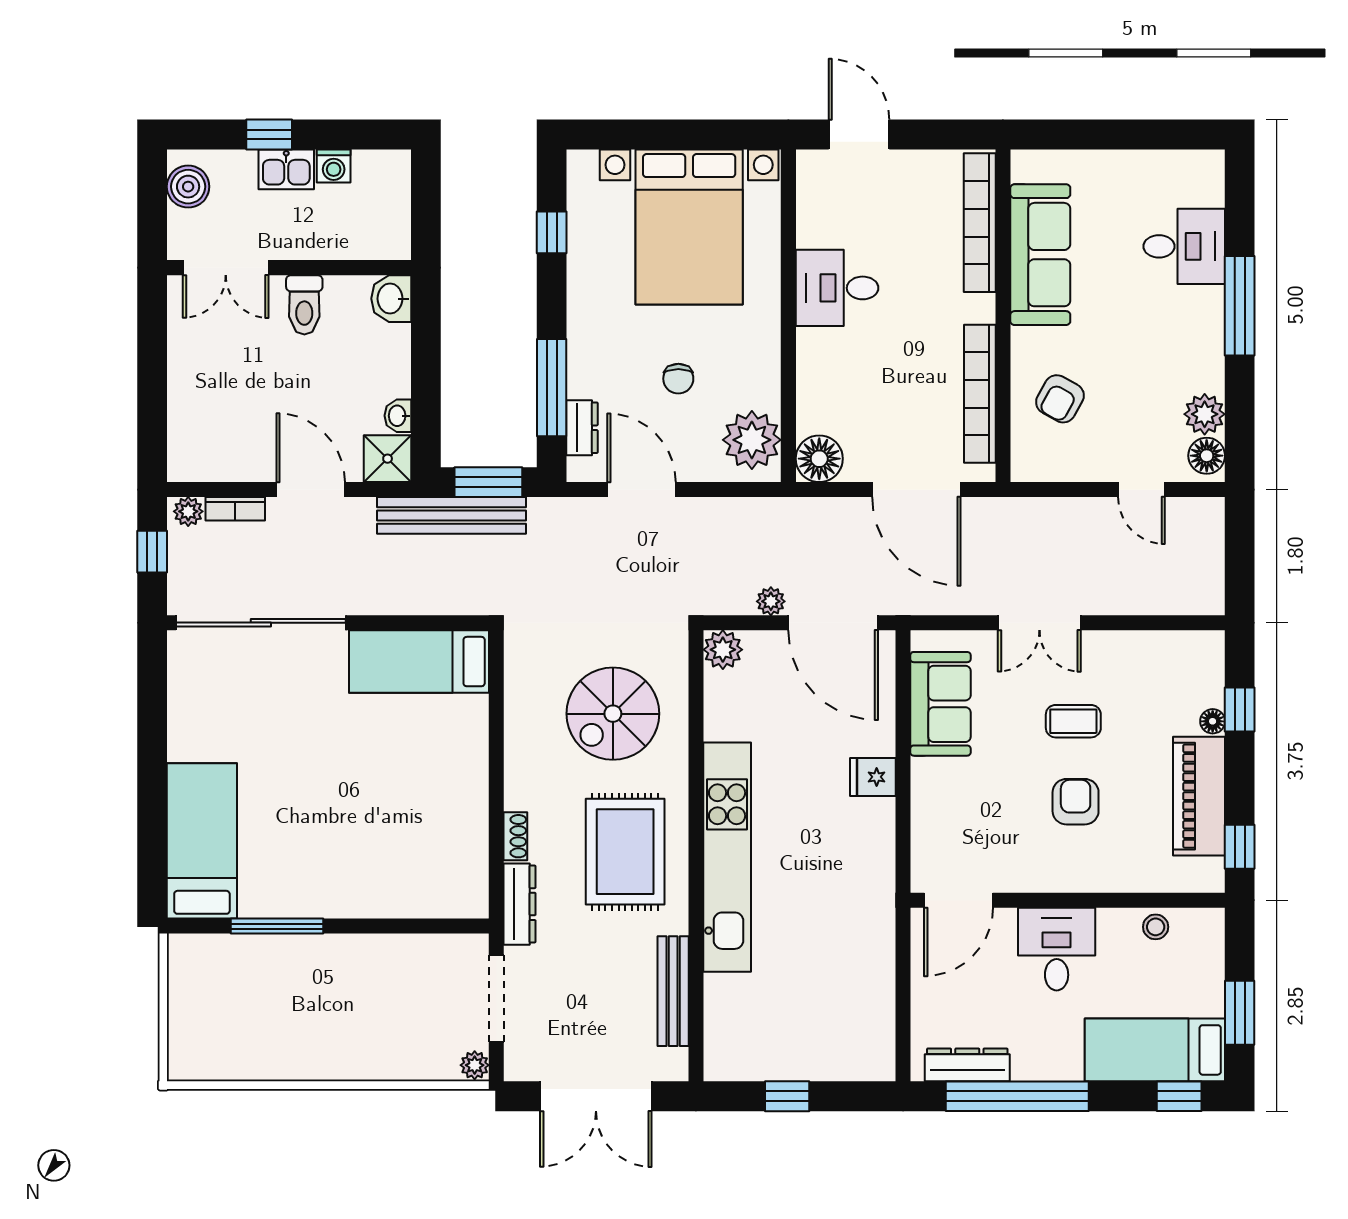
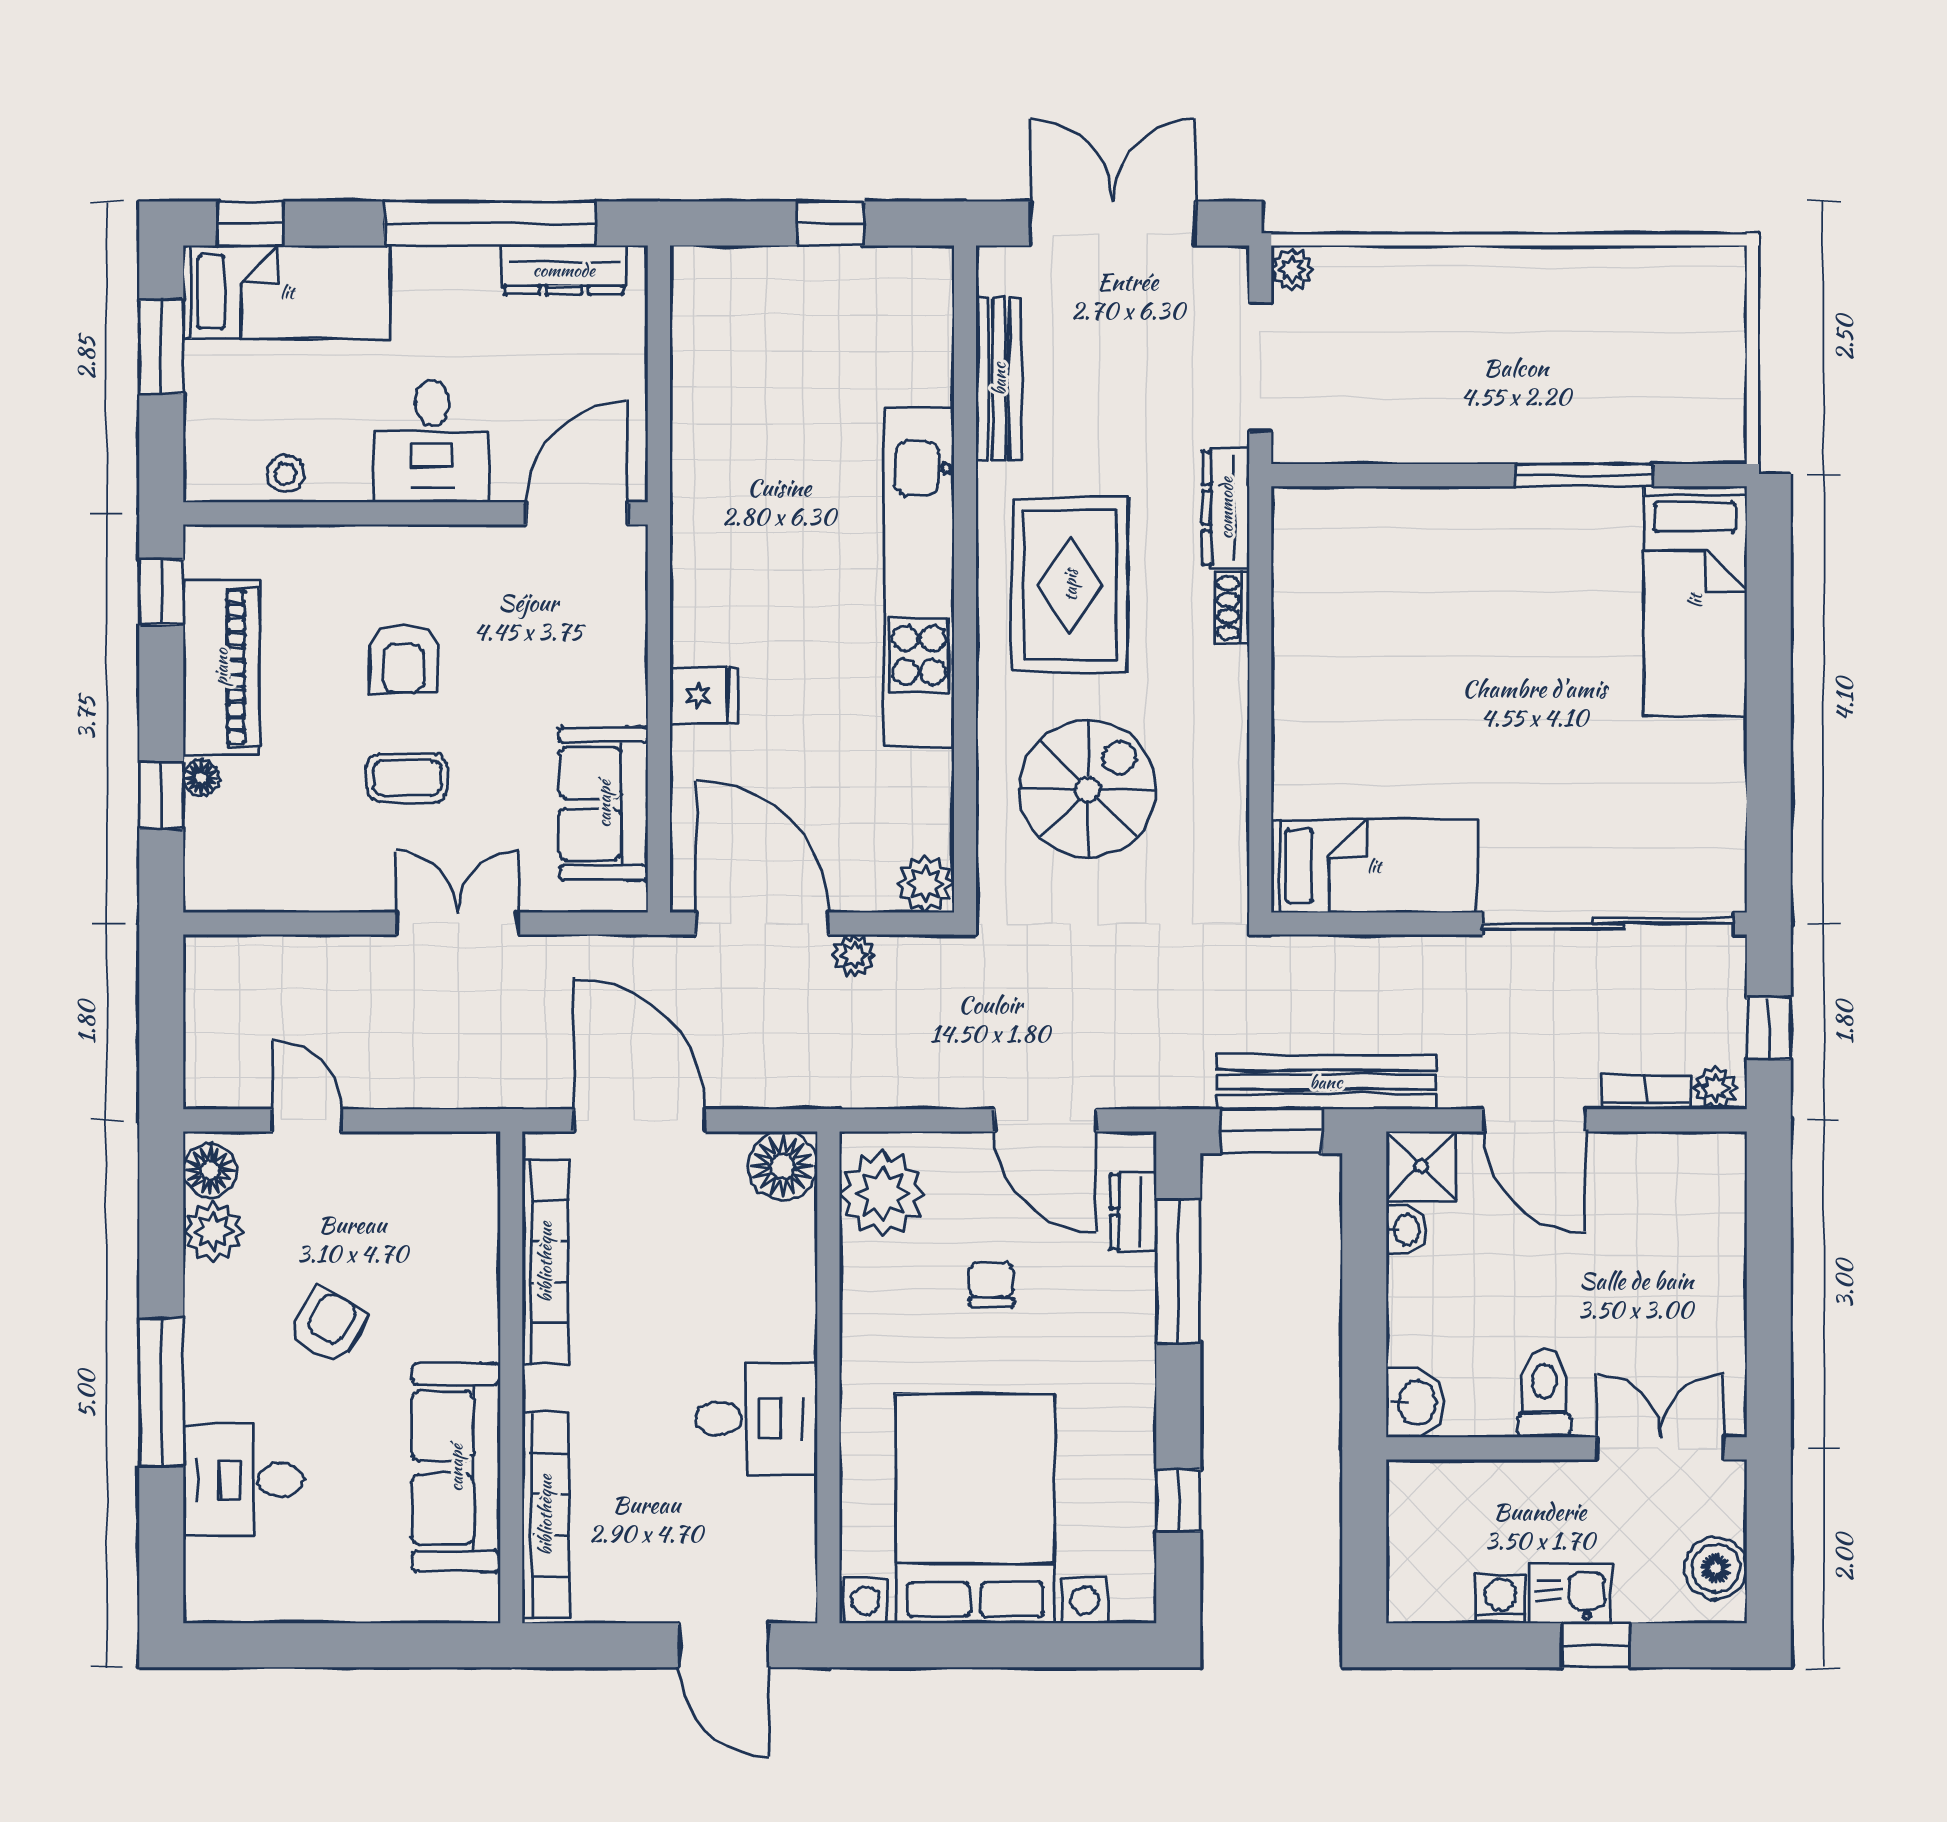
armchair: (1060, 399) -> (328, 1326), moved

